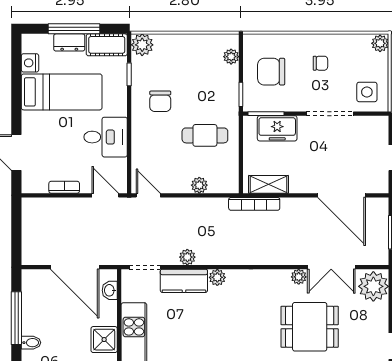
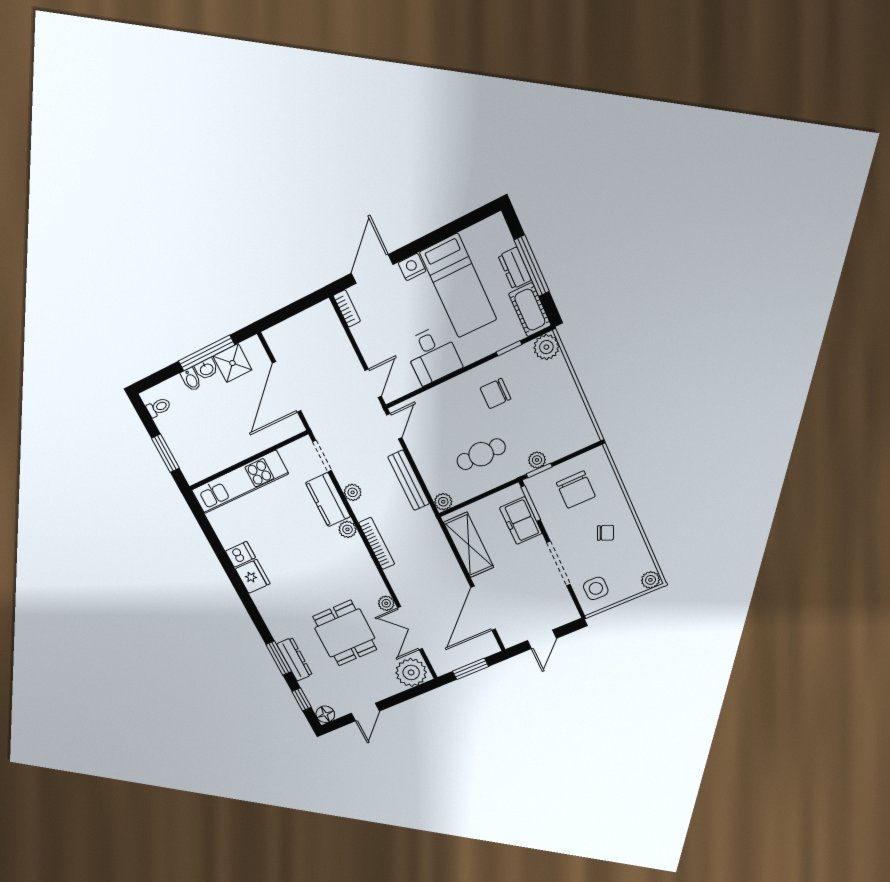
plant: (231, 57) -> (537, 460), moved
nightstand: (30, 63) -> (412, 267), moved
chair: (320, 63) -> (605, 533), turned -67
chair: (271, 72) -> (576, 490), turned 180
cafe table: (205, 135) -> (481, 454), turned 90
shelving: (269, 184) -> (469, 545), width x1.50, depth x1.33
plant: (199, 185) -> (443, 502), moved
bookcase: (64, 187) -> (347, 308), moved
bookcase: (254, 204) -> (377, 543), moved, turned 180
bench: (199, 205) -> (409, 480), added
washbasin: (110, 290) -> (206, 369), moved, turned 180
shower: (104, 340) -> (232, 363), moved

